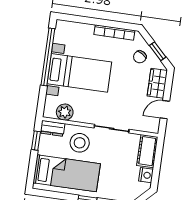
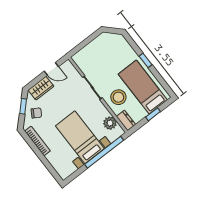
window: (48, 57) -> (104, 152), moved
window: (36, 141) -> (153, 114), moved
cot: (147, 151) -> (84, 55), removed
nightstand: (146, 175) -> (98, 42), removed

